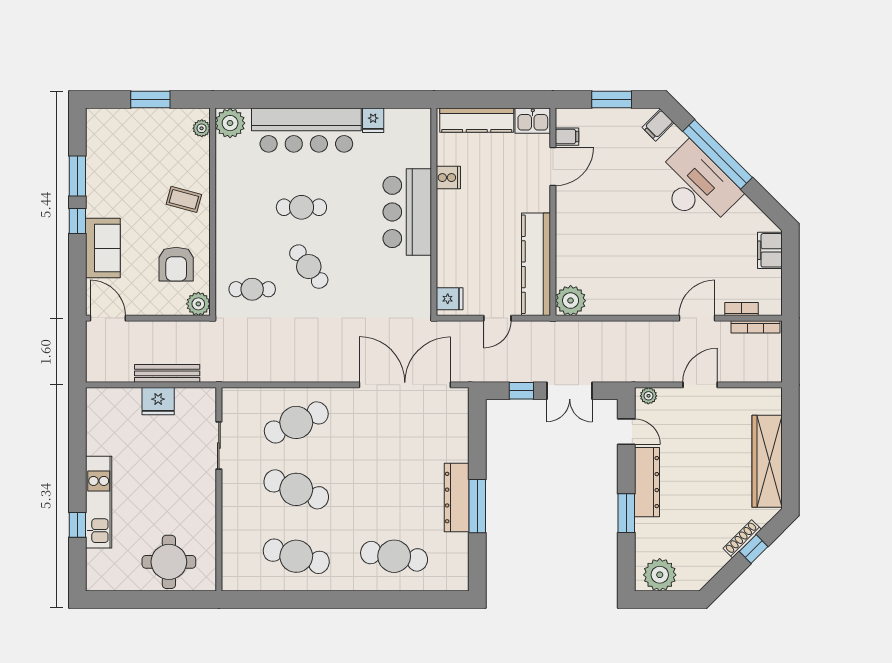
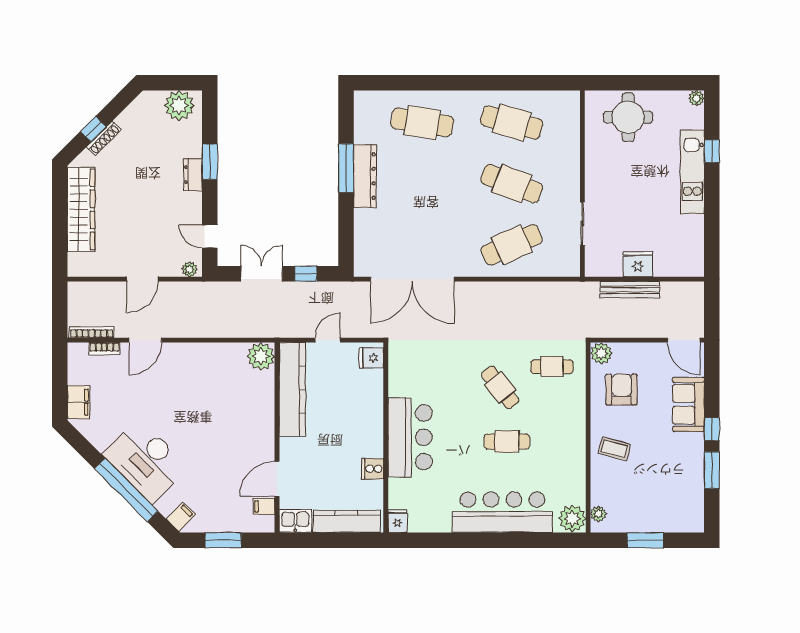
fridge: (373, 120) -> (398, 521), moved
dresser: (647, 482) -> (193, 175), width x0.51, depth x0.80
plant: (94, 583) -> (696, 98), added

